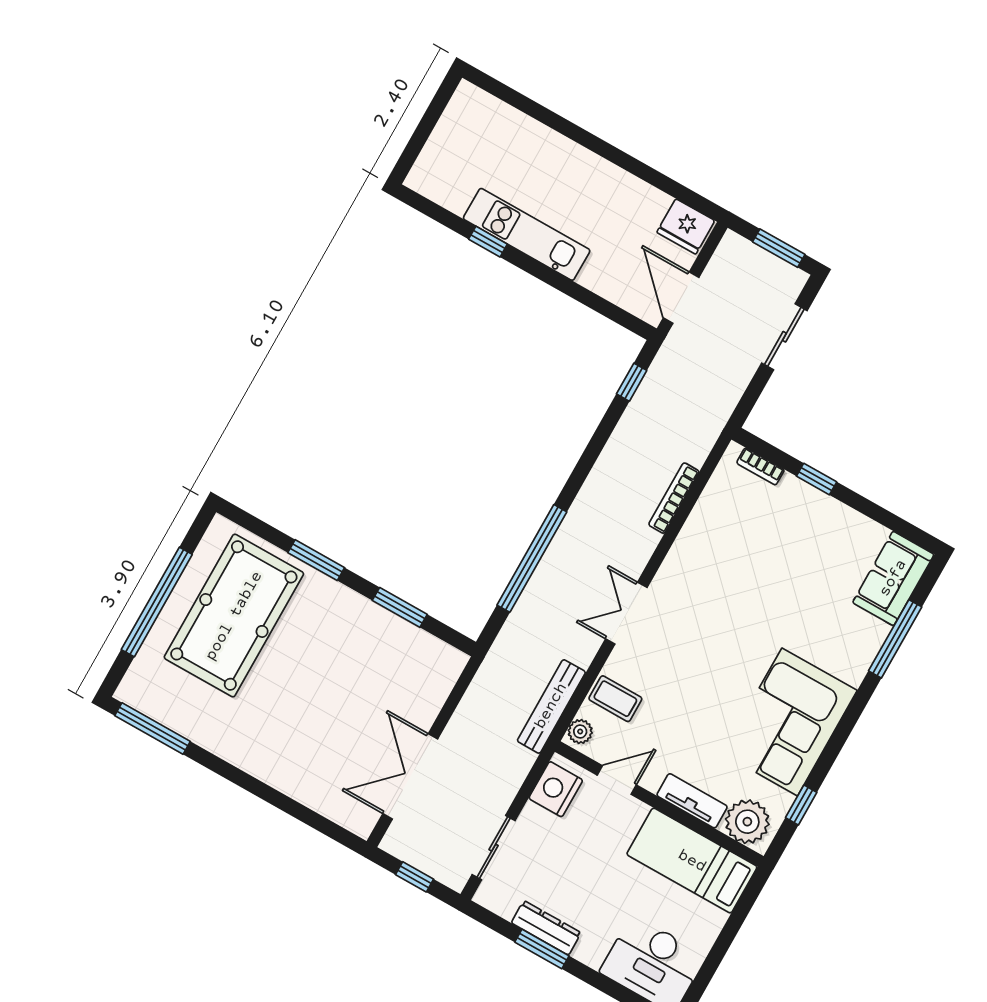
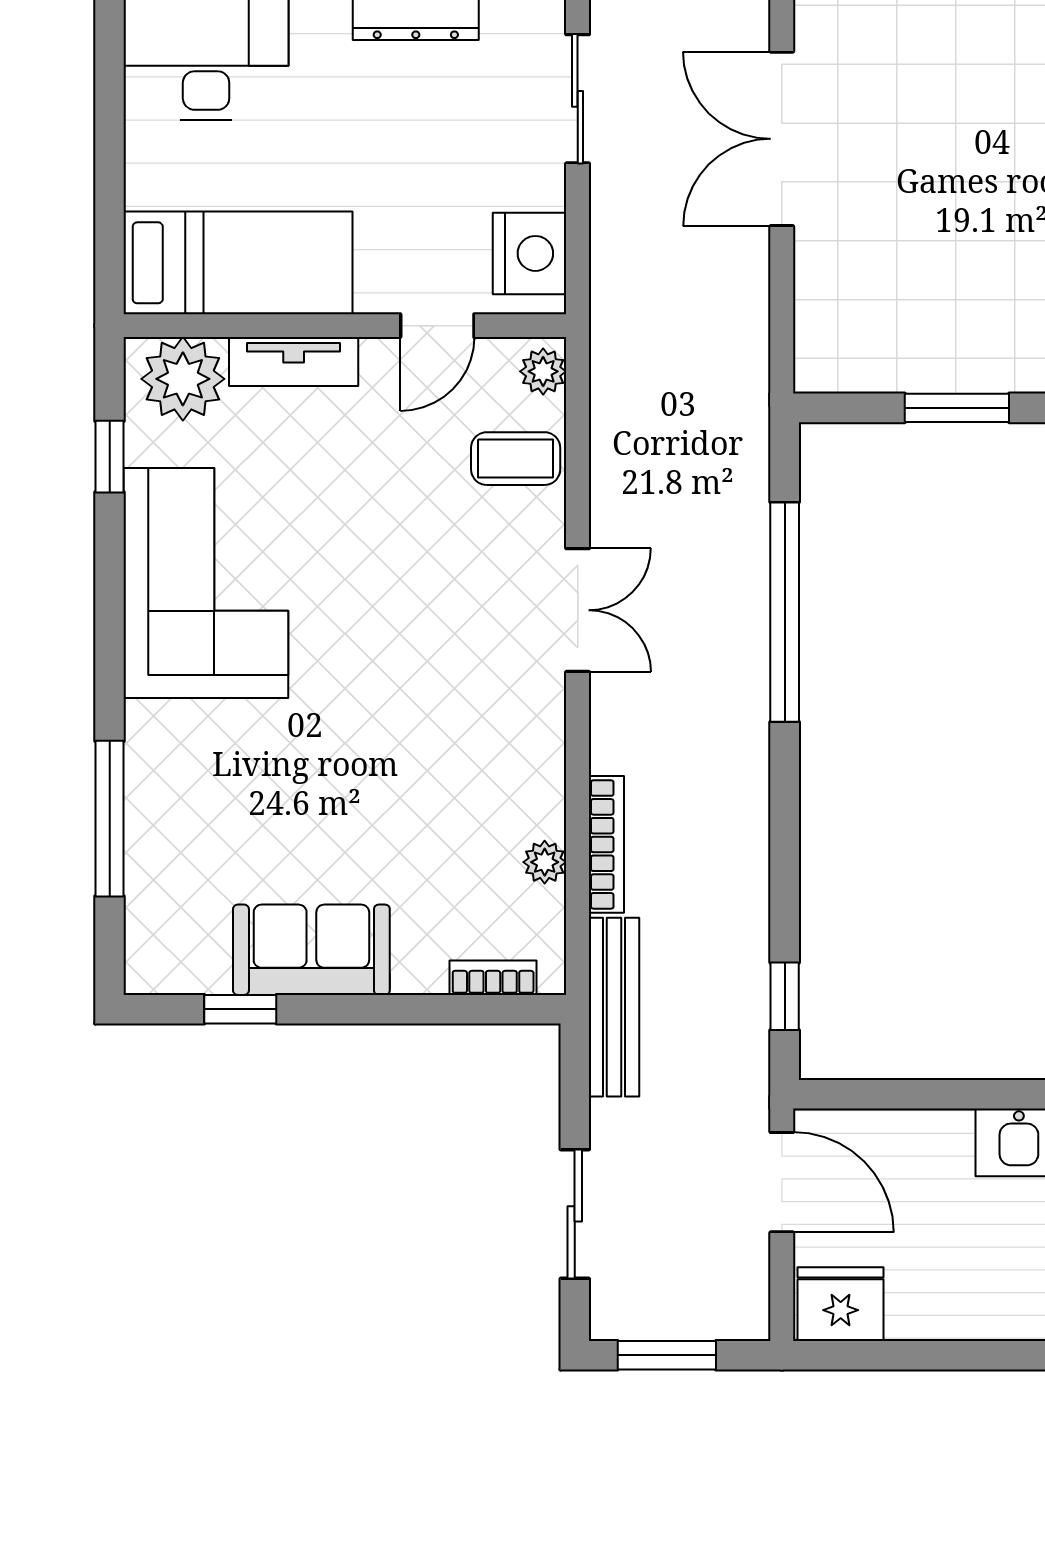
window: (817, 479) -> (240, 1009), moved
plant: (707, 506) -> (545, 862), added
sofa: (893, 578) -> (311, 950), moved, turned -90
bench: (551, 706) -> (614, 1007), moved
double door: (410, 776) -> (782, 139), swing flipped

